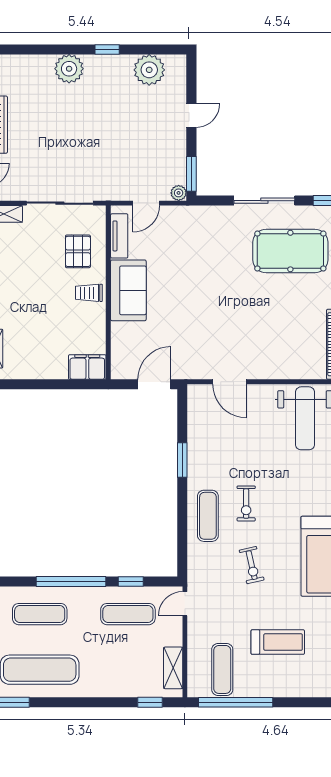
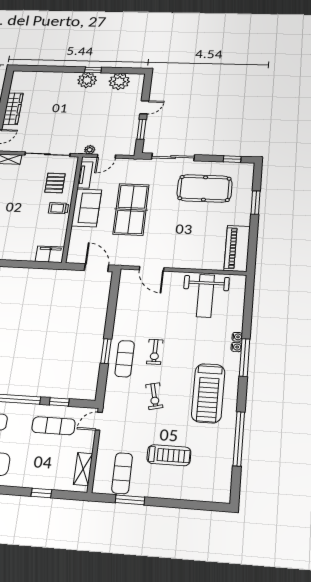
plant: (69, 69) -> (87, 80), moved
window: (191, 174) -> (141, 129), moved
plant: (179, 193) -> (90, 150), moved
sliding door: (264, 201) -> (173, 157), moved
table tennis table: (191, 290) -> (131, 209), added
door: (154, 384) -> (97, 268), hinge flipped
window: (182, 460) -> (106, 351), moved
window: (150, 702) -> (41, 493), moved
window: (236, 702) -> (130, 500), width x0.47

